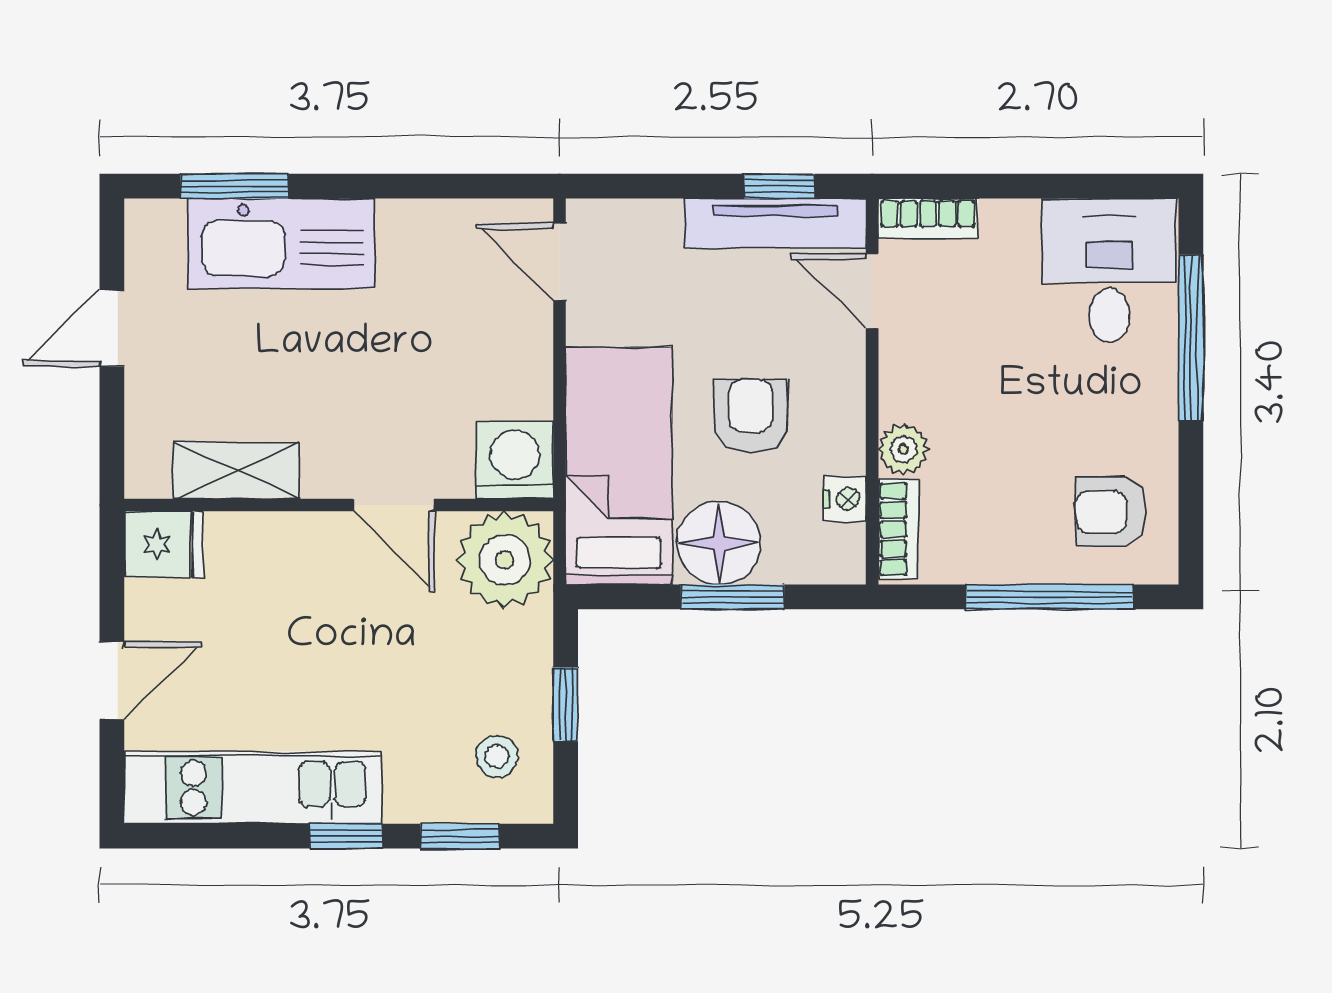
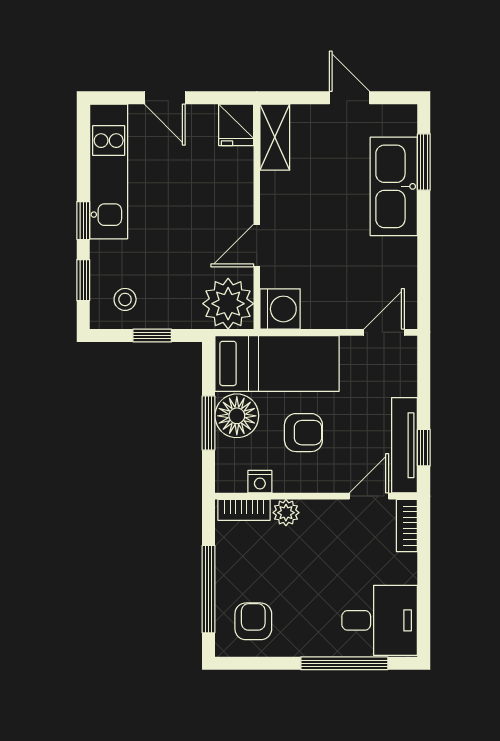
shelving: (237, 471) -> (275, 137), moved

